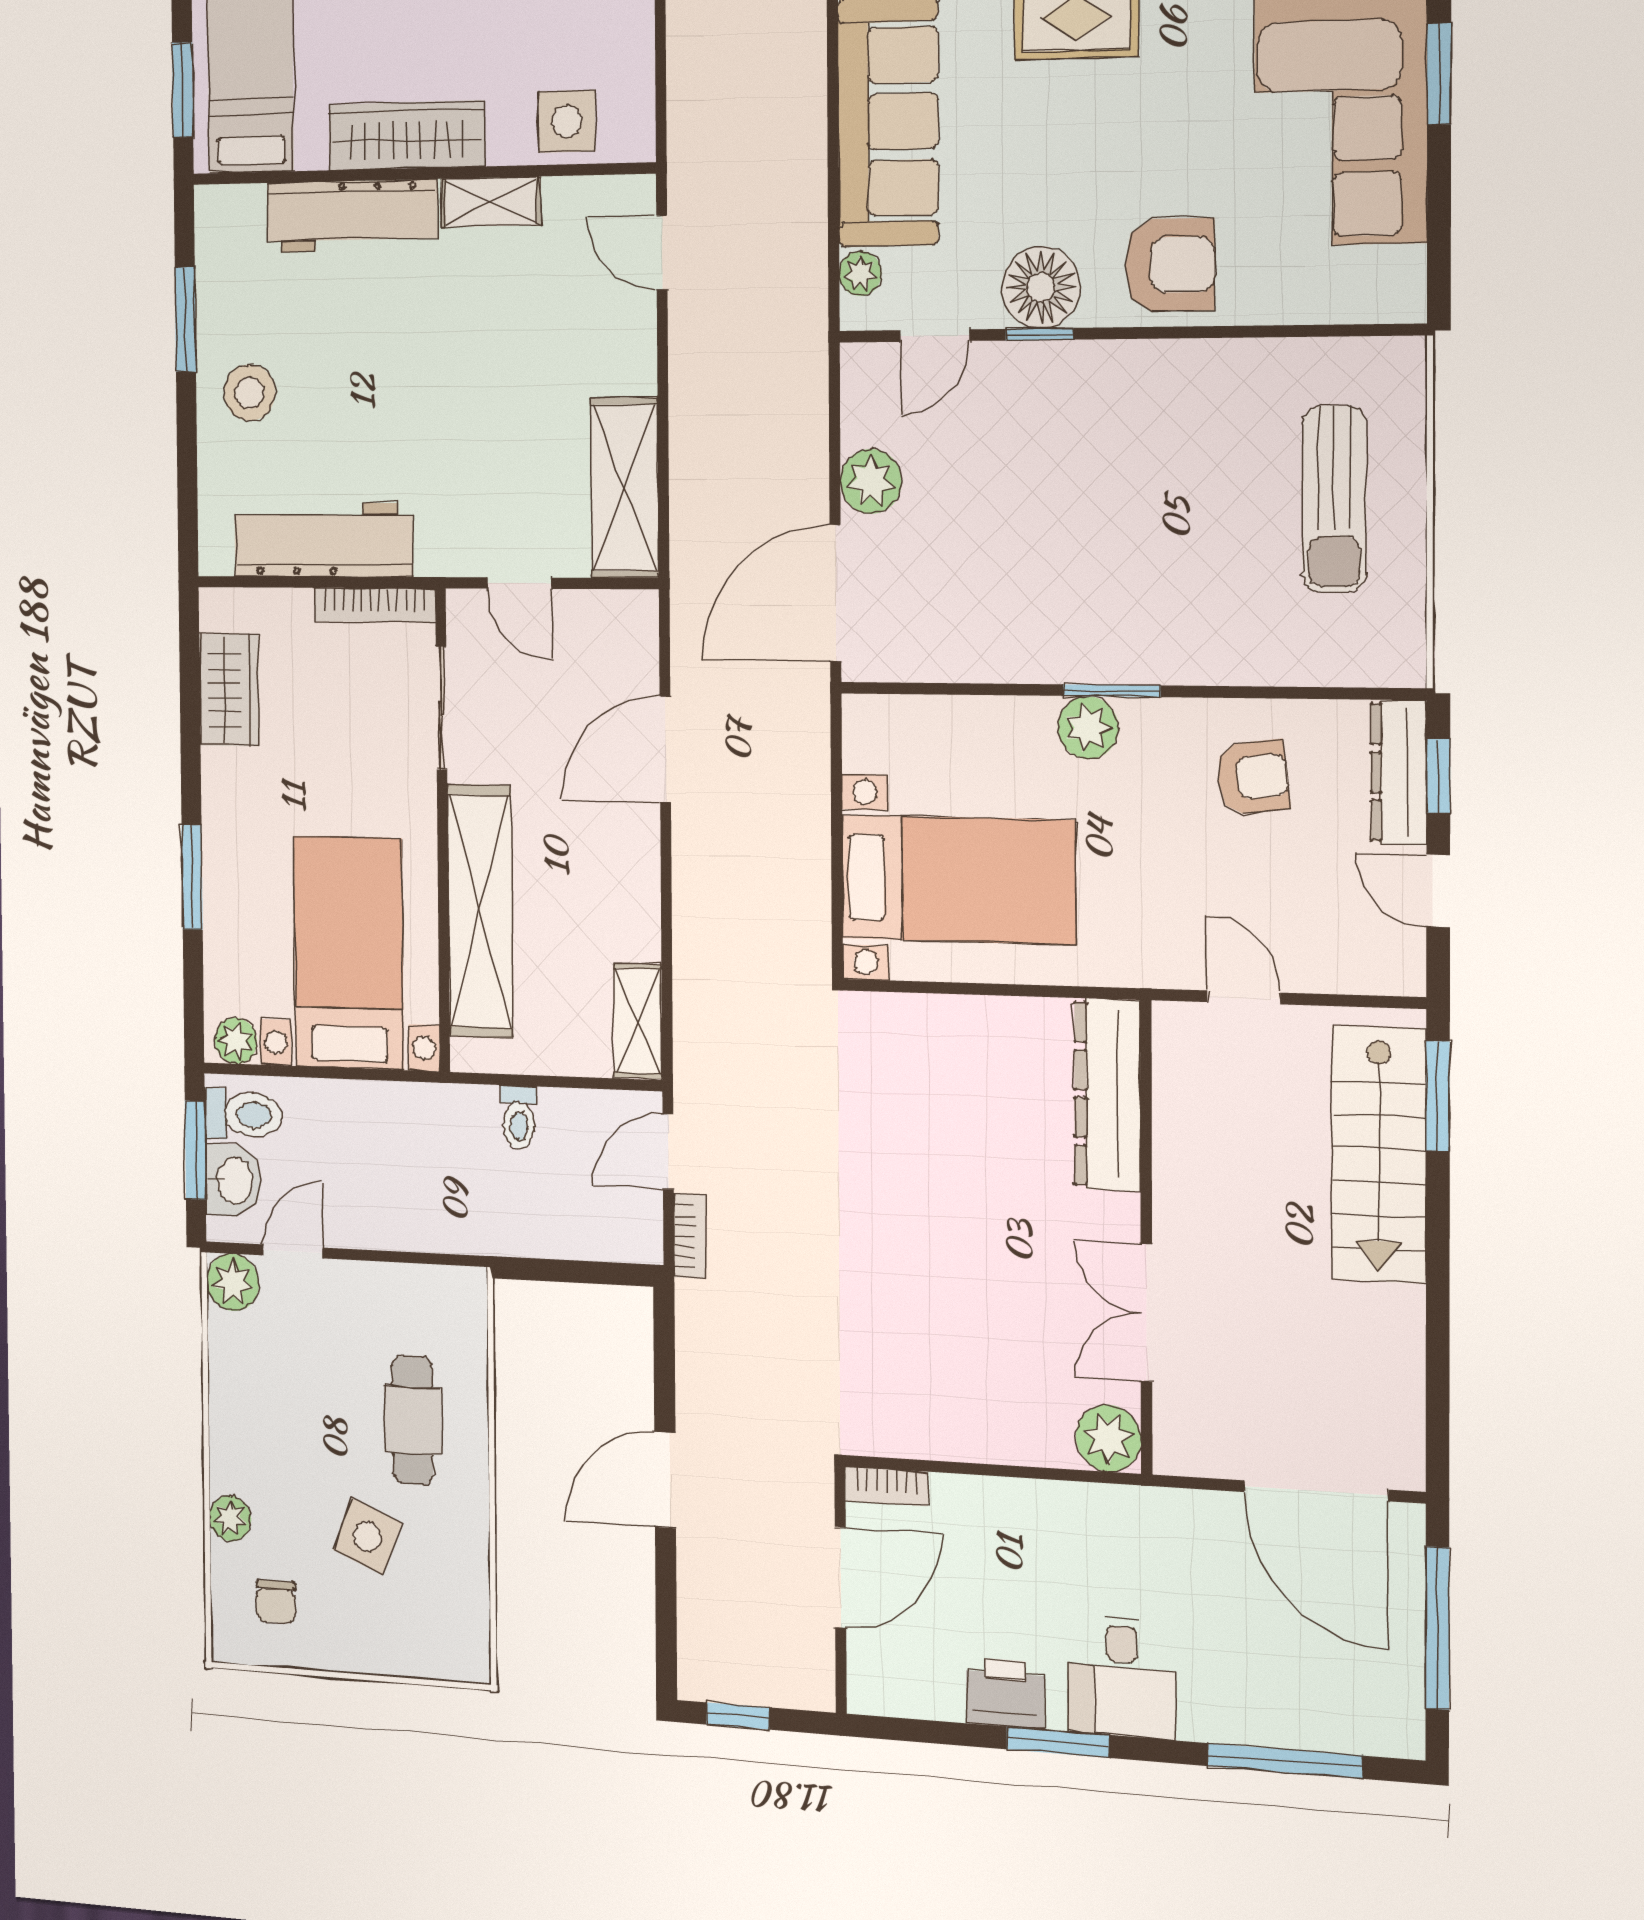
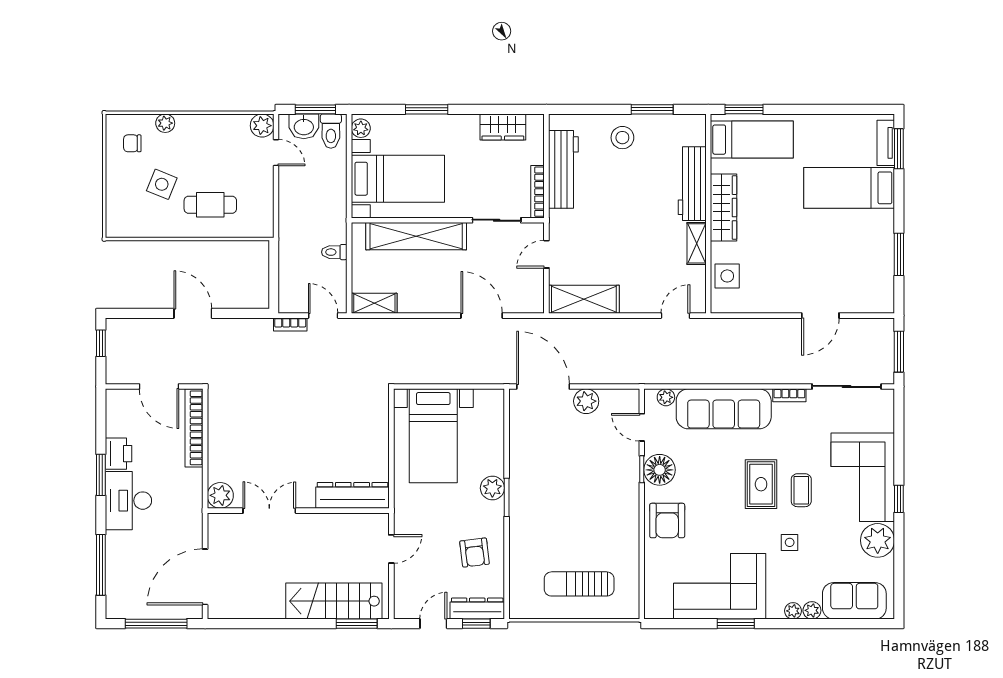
bookcase: (887, 1486) -> (194, 428), width x2.31, depth x1.31
desk: (1122, 1677) -> (128, 501), width x1.37

